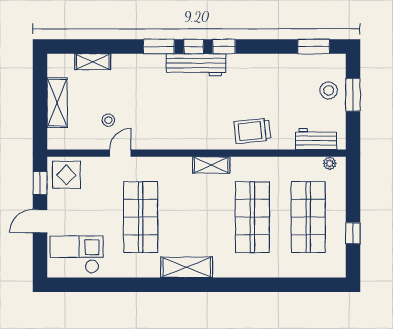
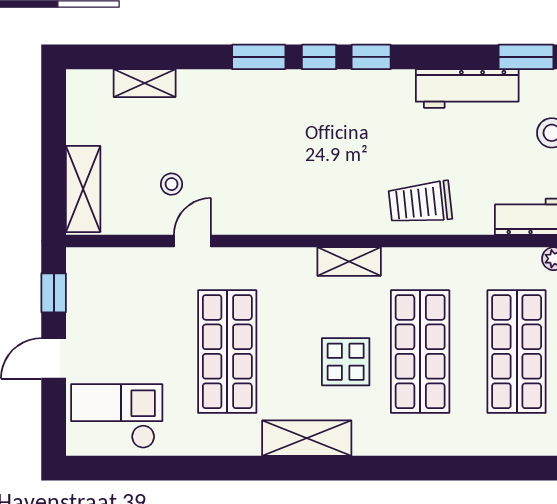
workbench: (196, 65) -> (467, 89), moved
shelving: (57, 103) -> (83, 189), moved
display table: (66, 175) -> (346, 362), moved

